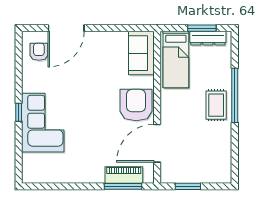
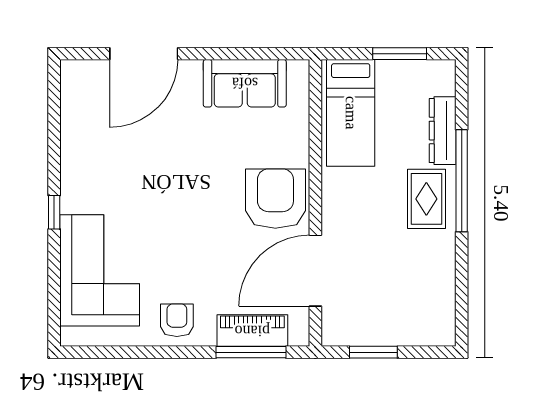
dresser: (208, 38) -> (443, 131), moved, turned 90
armchair: (39, 52) -> (177, 320), moved
sofa: (141, 53) -> (245, 83), moved, turned -90
corner sofa: (43, 123) -> (100, 270), moved

